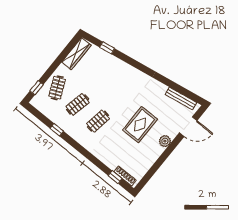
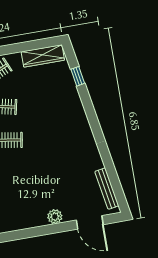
rug: (140, 125) -> (45, 179), removed

